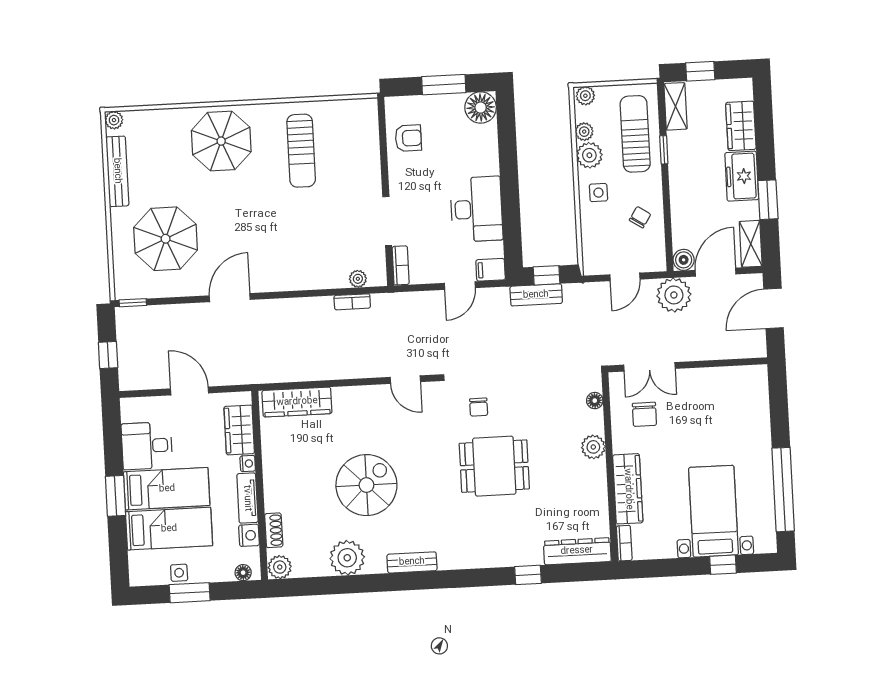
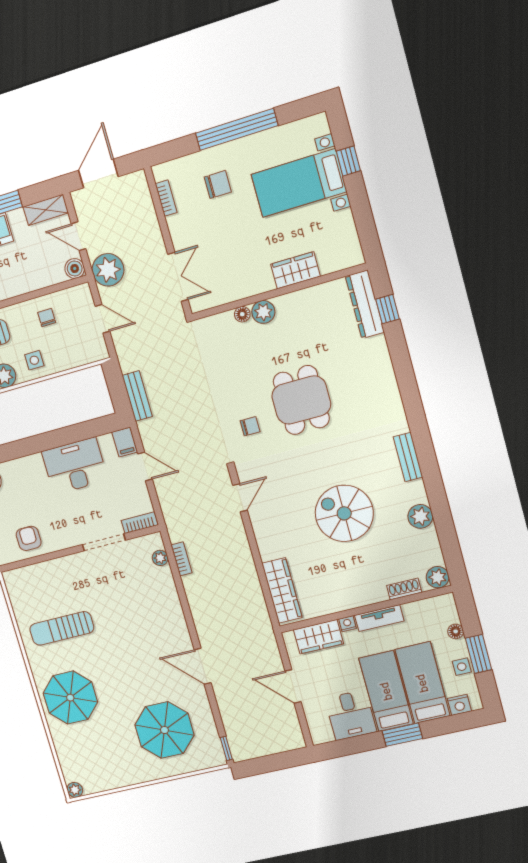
sun lounger: (301, 151) -> (62, 628), turned 180
bench: (117, 171) -> (117, 780), removed
chair: (640, 217) -> (47, 318), turned 57
door: (716, 272) -> (79, 236), width x0.73
window: (547, 275) -> (118, 391), removed
door: (774, 308) -> (98, 173), swing flipped
window: (108, 355) -> (277, 762), removed
door: (189, 391) -> (293, 686), hinge flipped
floor lamp: (595, 401) -> (242, 314), moved
chair: (644, 414) -> (218, 184), moved
wardrobe: (628, 489) -> (295, 270), width x0.67
window: (783, 490) -> (237, 129), moved
nightstand: (249, 535) -> (459, 705), moved, turned 180
bookcase: (624, 543) -> (166, 198), moved, turned 90
plant: (347, 558) -> (420, 516), width x0.73, depth x0.73
floor lamp: (243, 573) -> (456, 631), moved
window: (528, 575) -> (387, 309), moved

